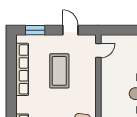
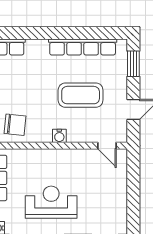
water cooler: (91, 87) -> (59, 136), added

